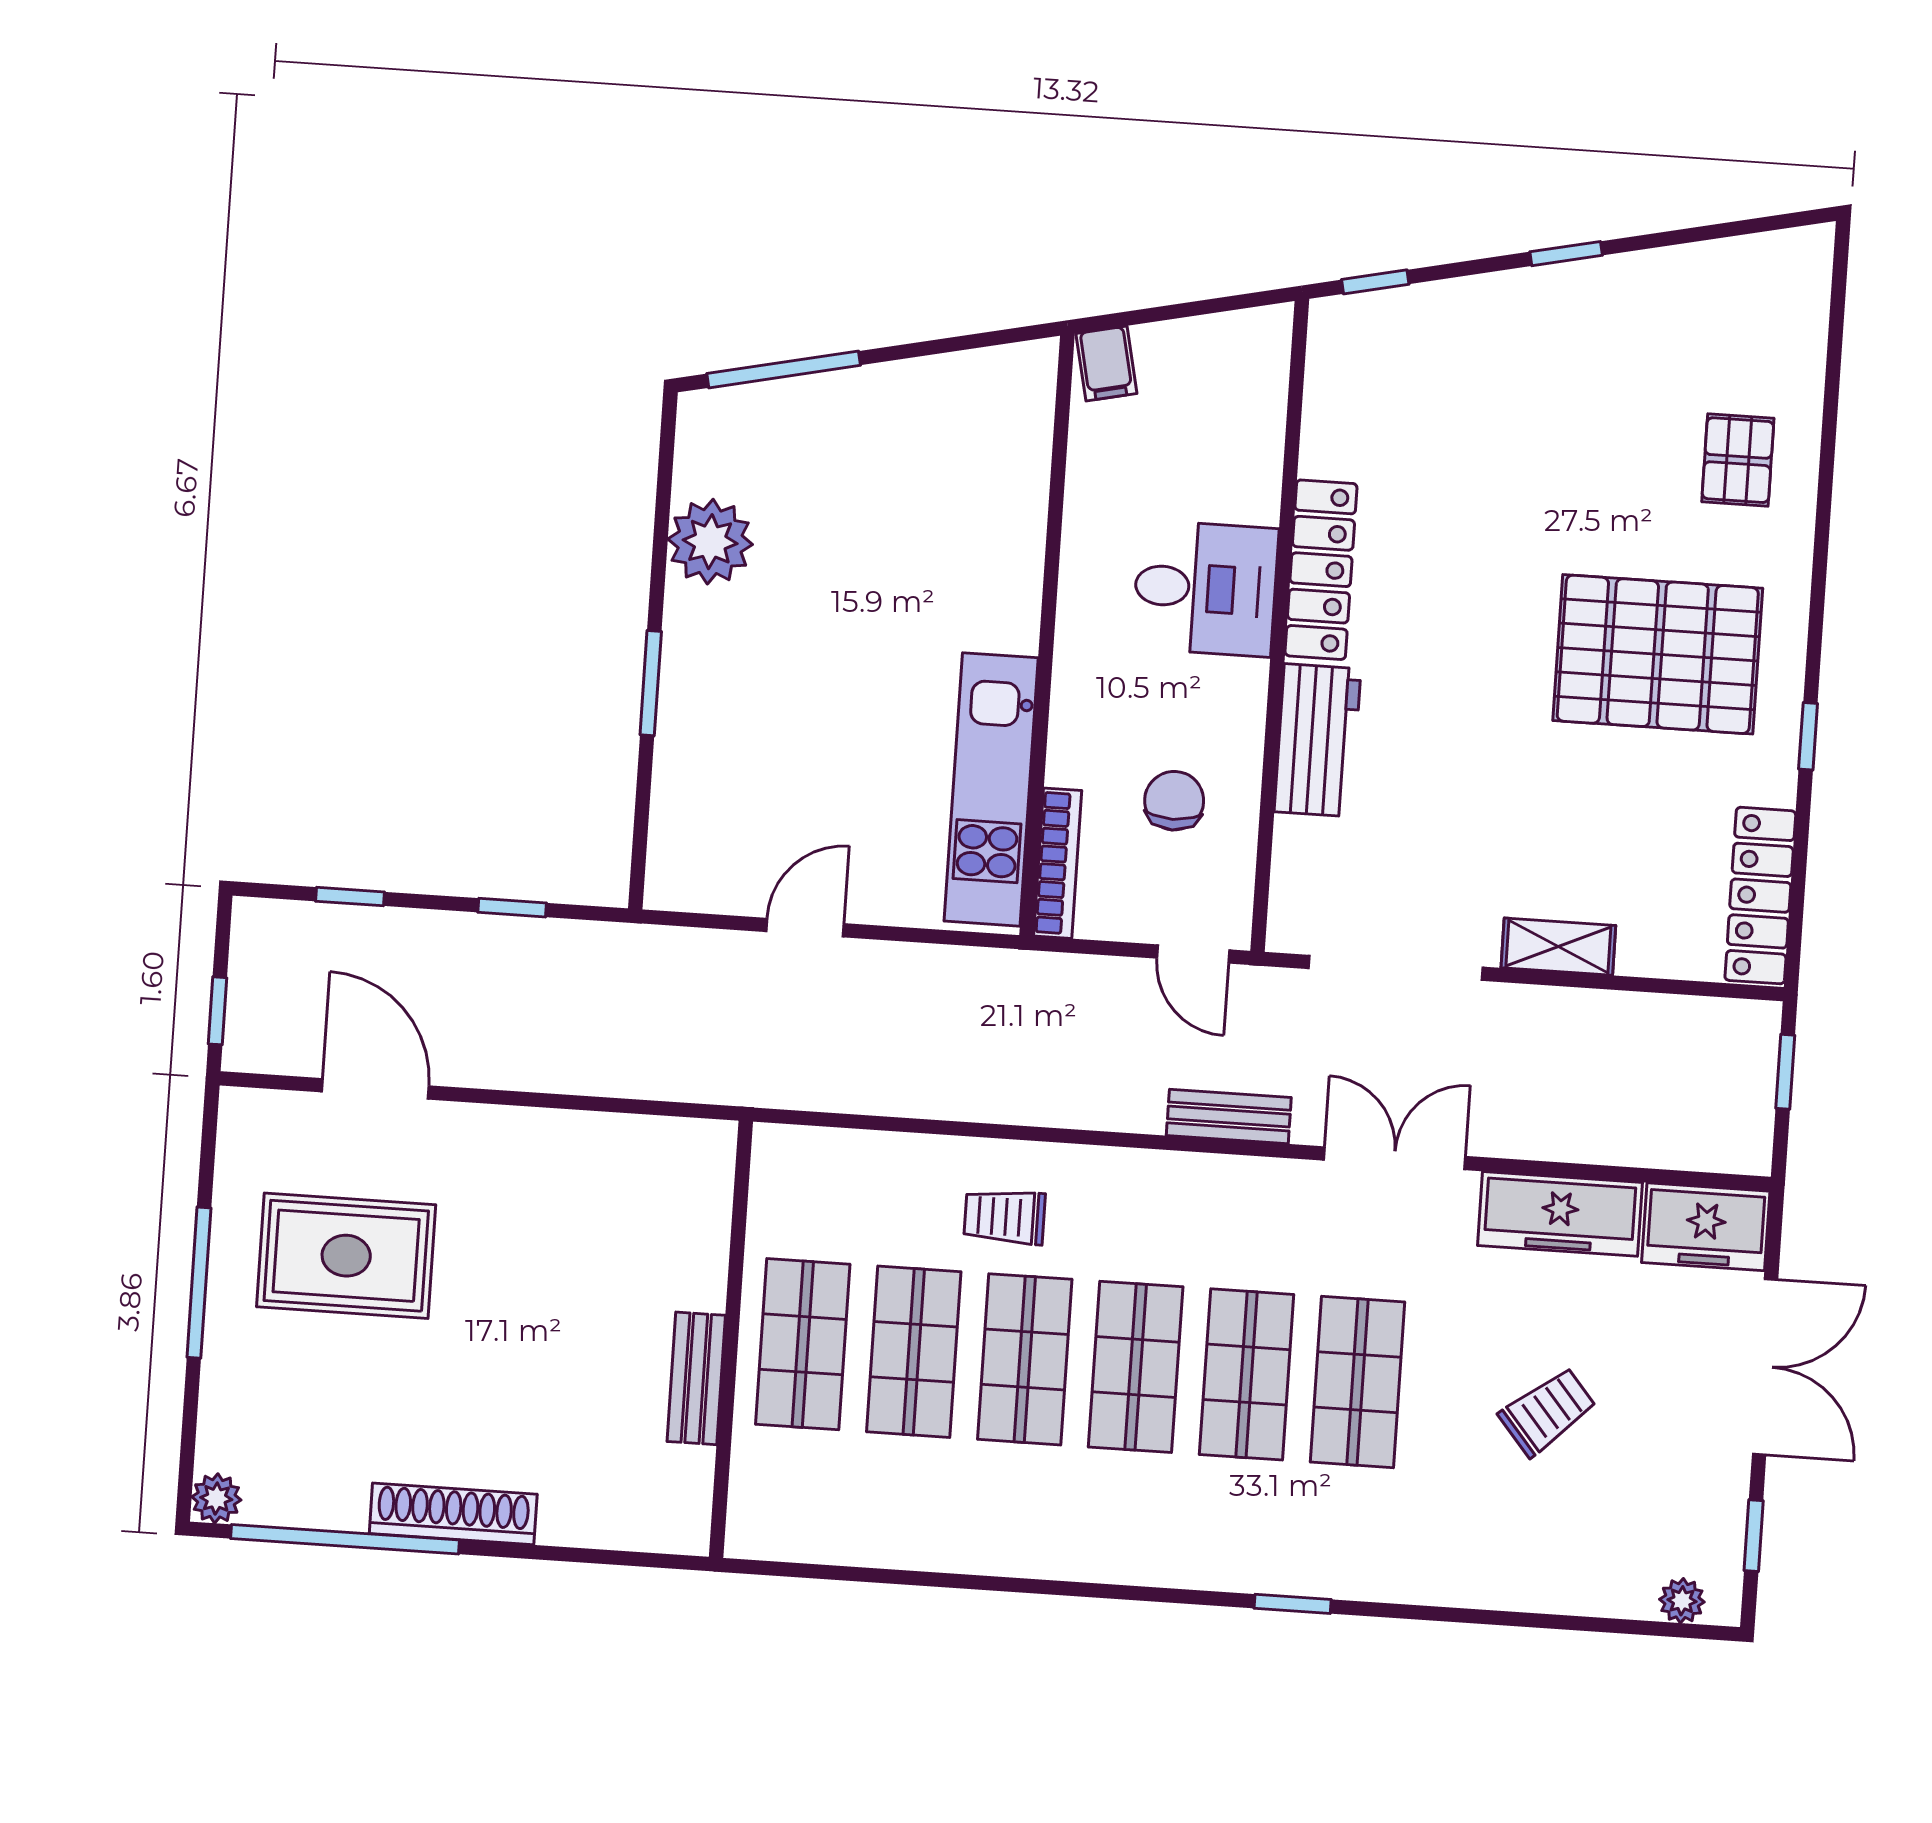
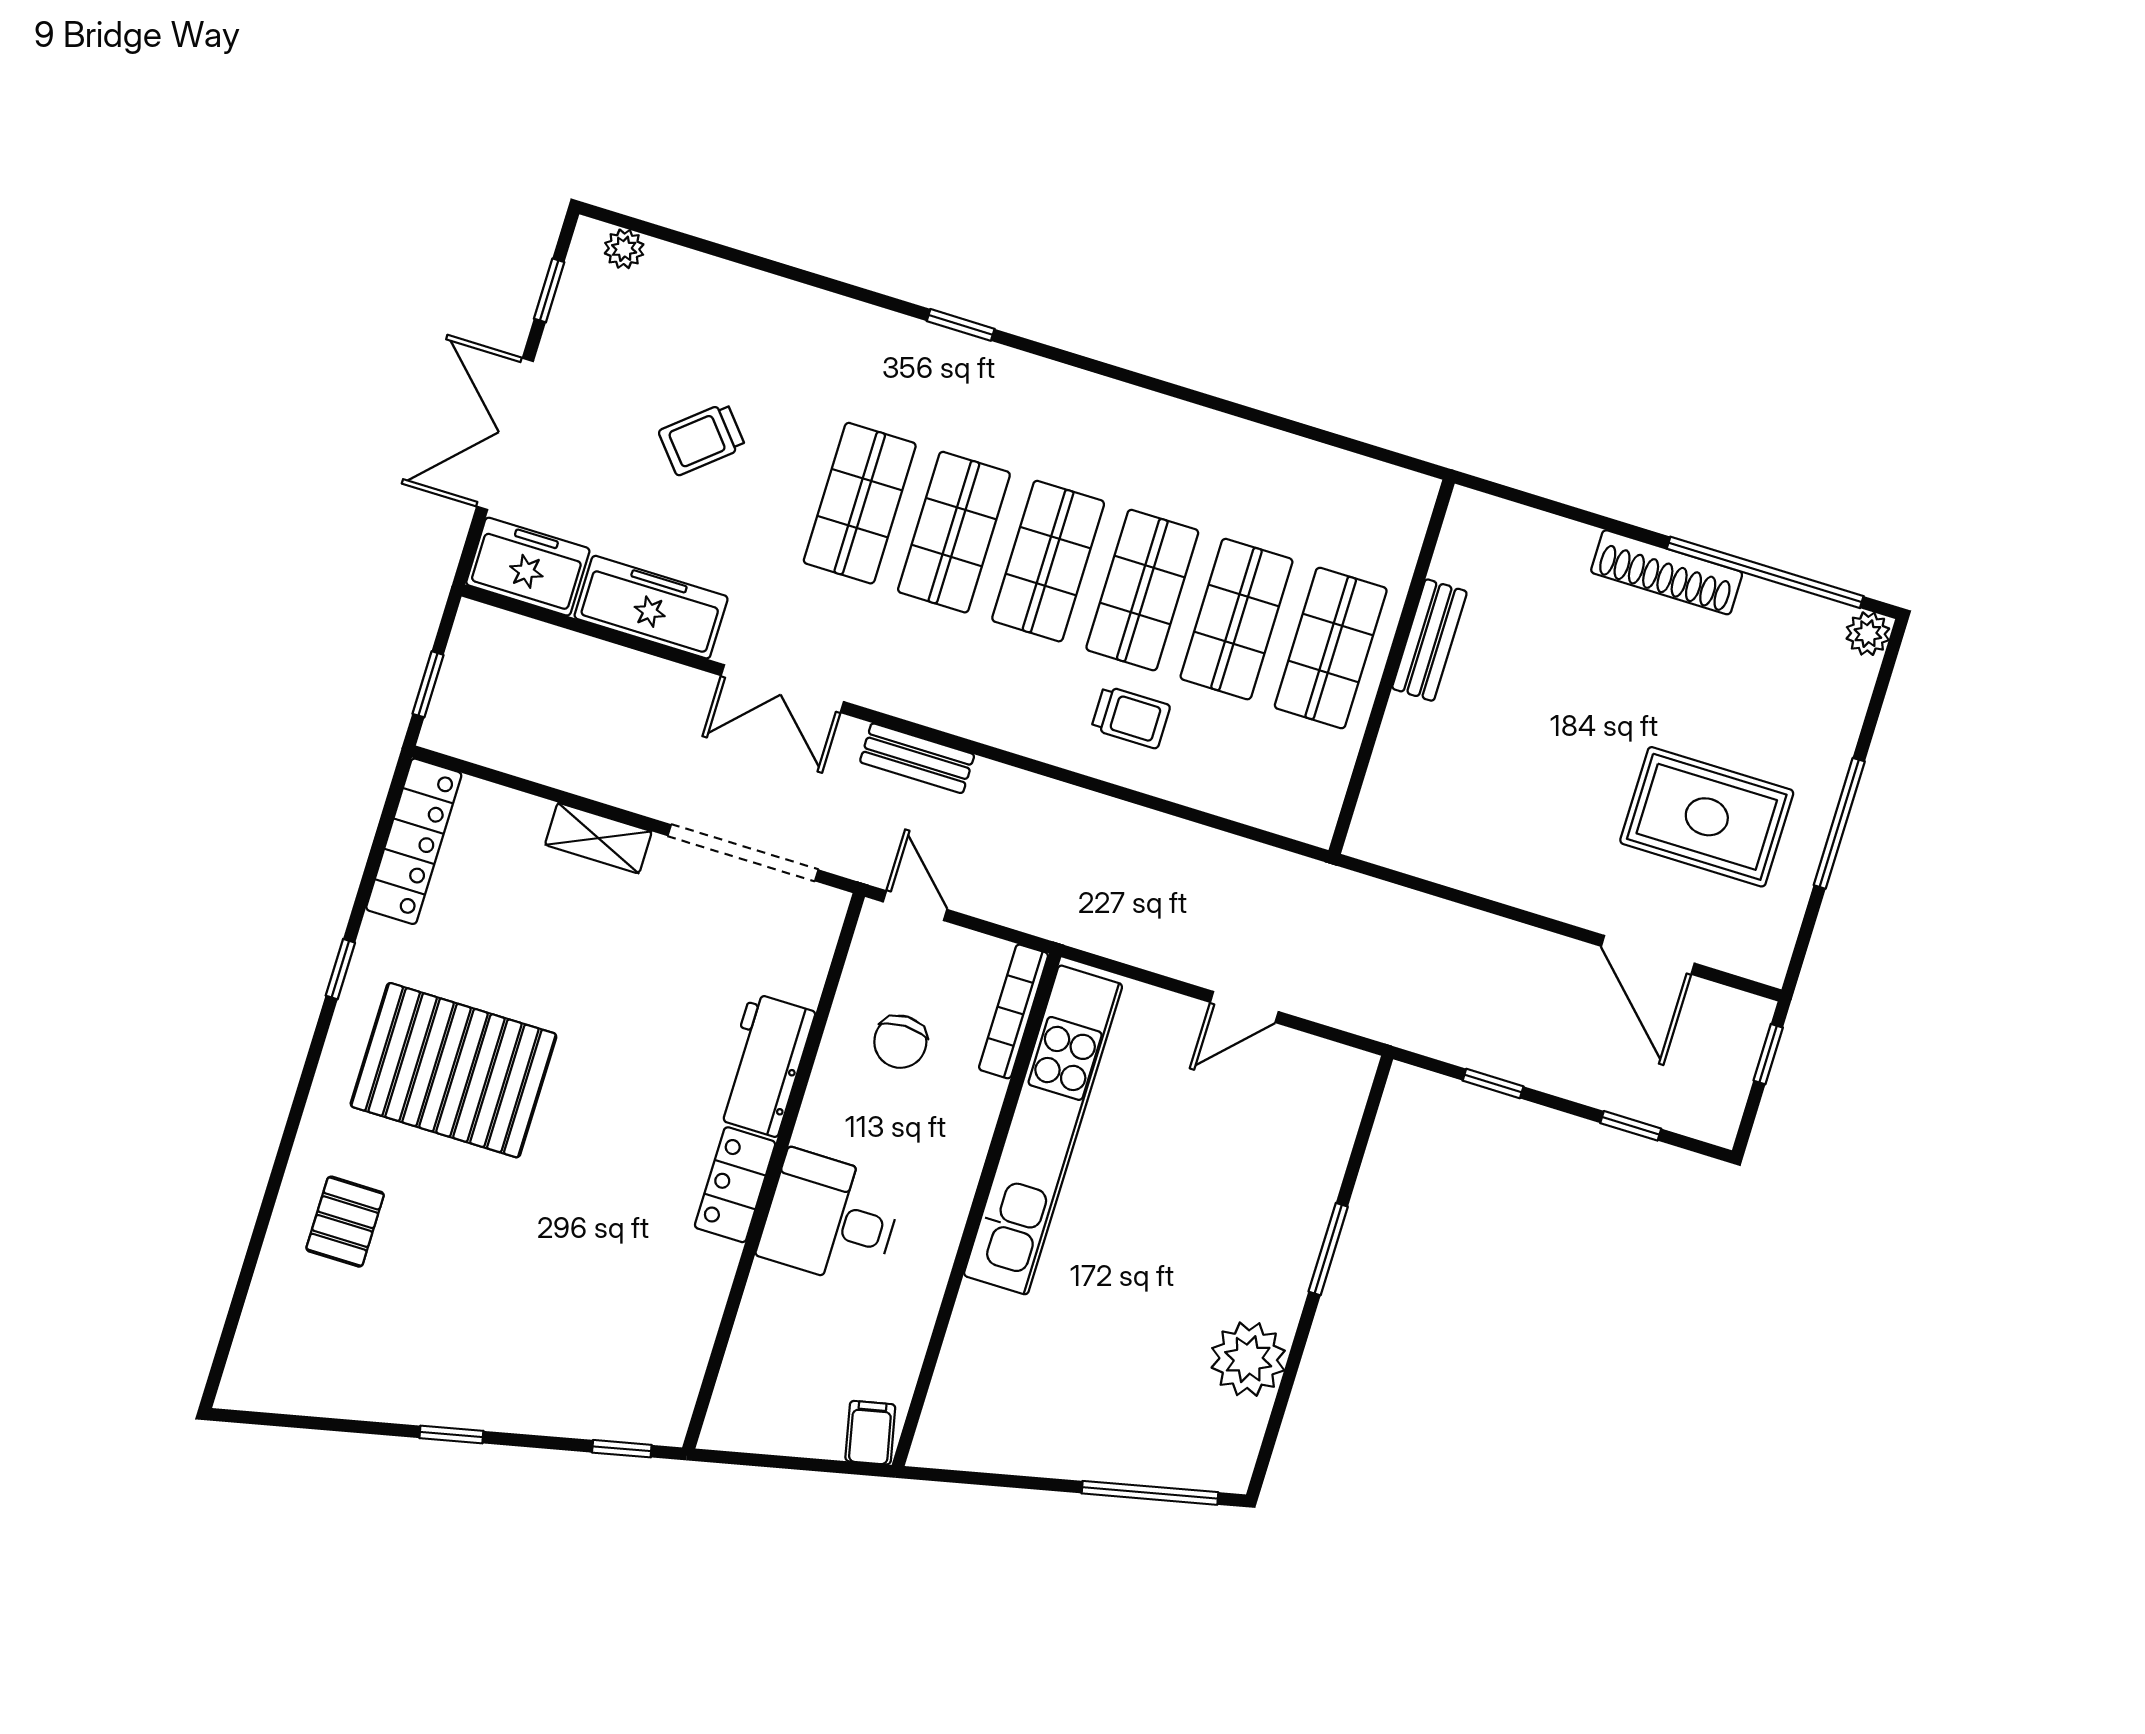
locker: (1321, 570) -> (735, 1185), width x0.66
kitchen unit: (991, 789) -> (1043, 1130), width x1.36

